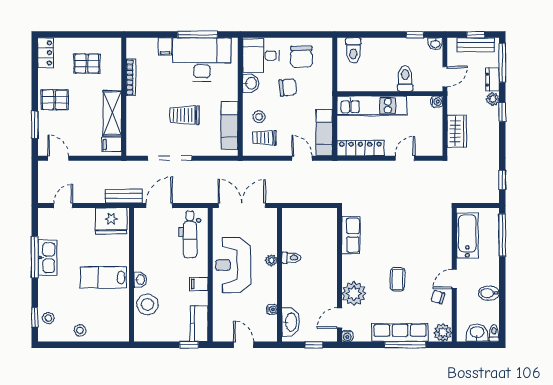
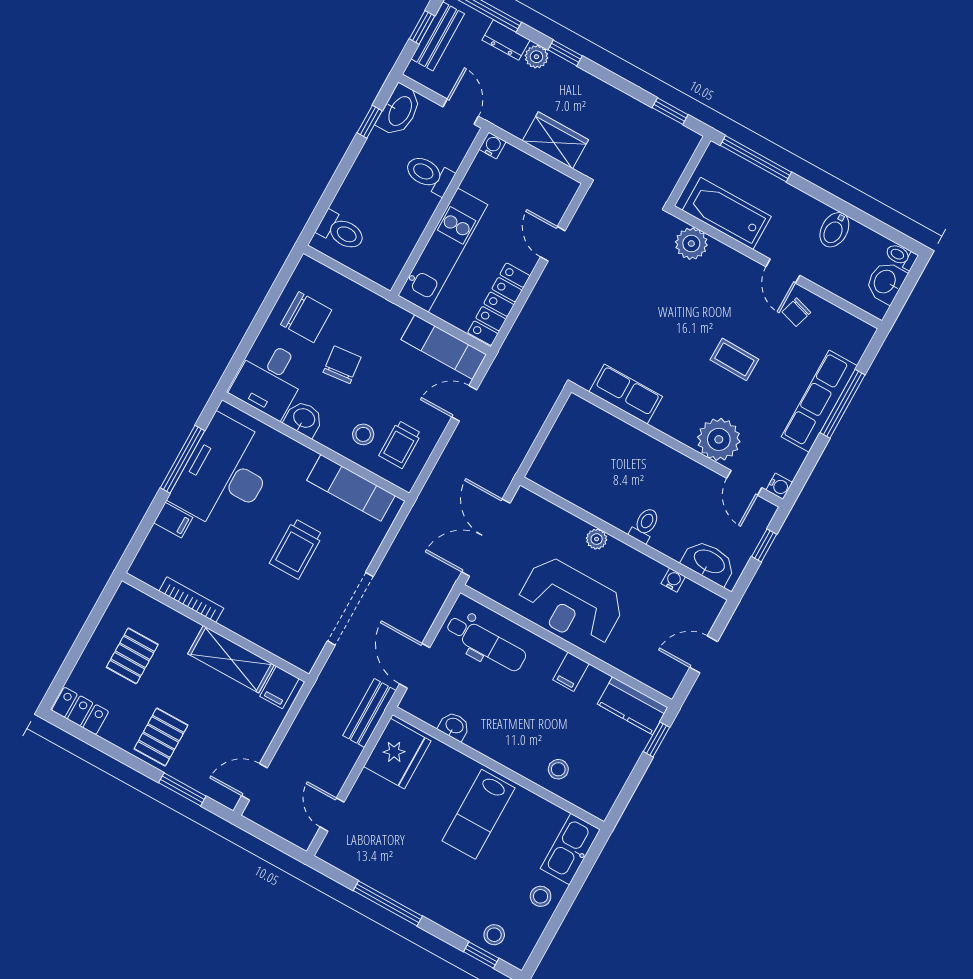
washbasin: (435, 44) -> (399, 111), width x1.91, depth x1.45
kitchen sink: (47, 258) -> (570, 849), moved, turned -90
toilet: (291, 258) -> (645, 525), moved
washbasin: (140, 280) -> (454, 726), moved
stool: (147, 304) -> (558, 769), width x0.53, depth x0.53
plant: (443, 332) -> (691, 244), moved

